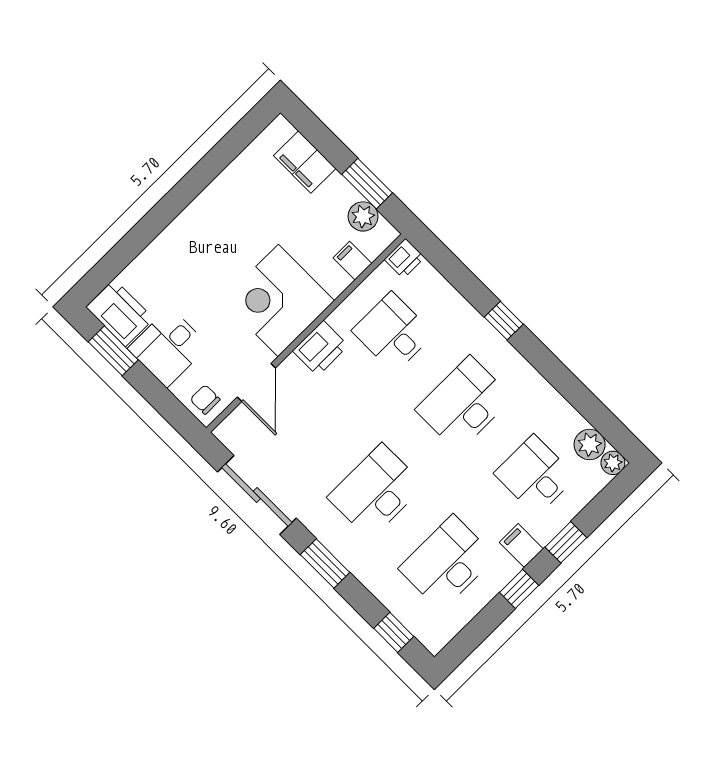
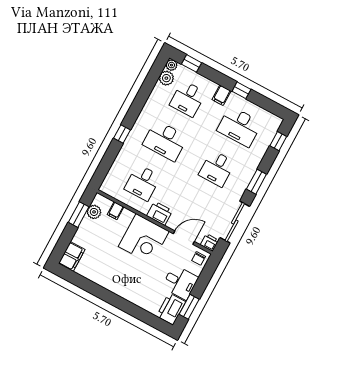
filing cabinet: (305, 162) -> (72, 256), moved
printer: (404, 258) -> (210, 242), moved
desk: (376, 491) -> (217, 168), width x0.73
window: (566, 542) -> (192, 63), moved

